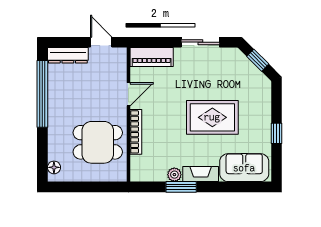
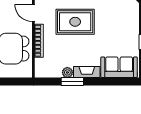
door: (128, 94) -> (33, 13), swing flipped
rug: (212, 117) -> (75, 22), moved

